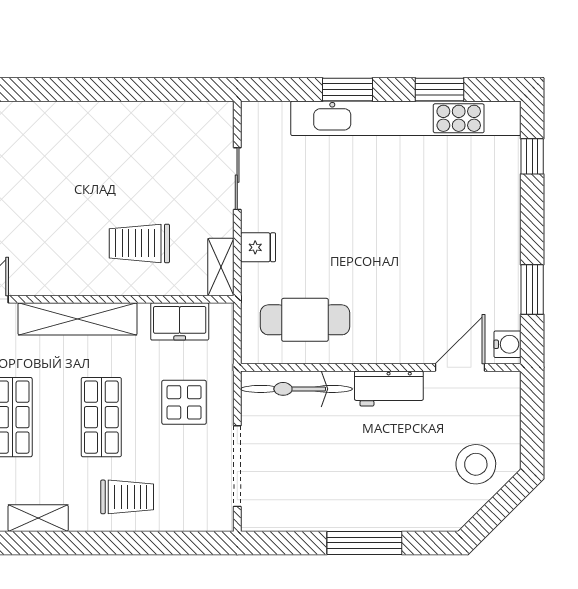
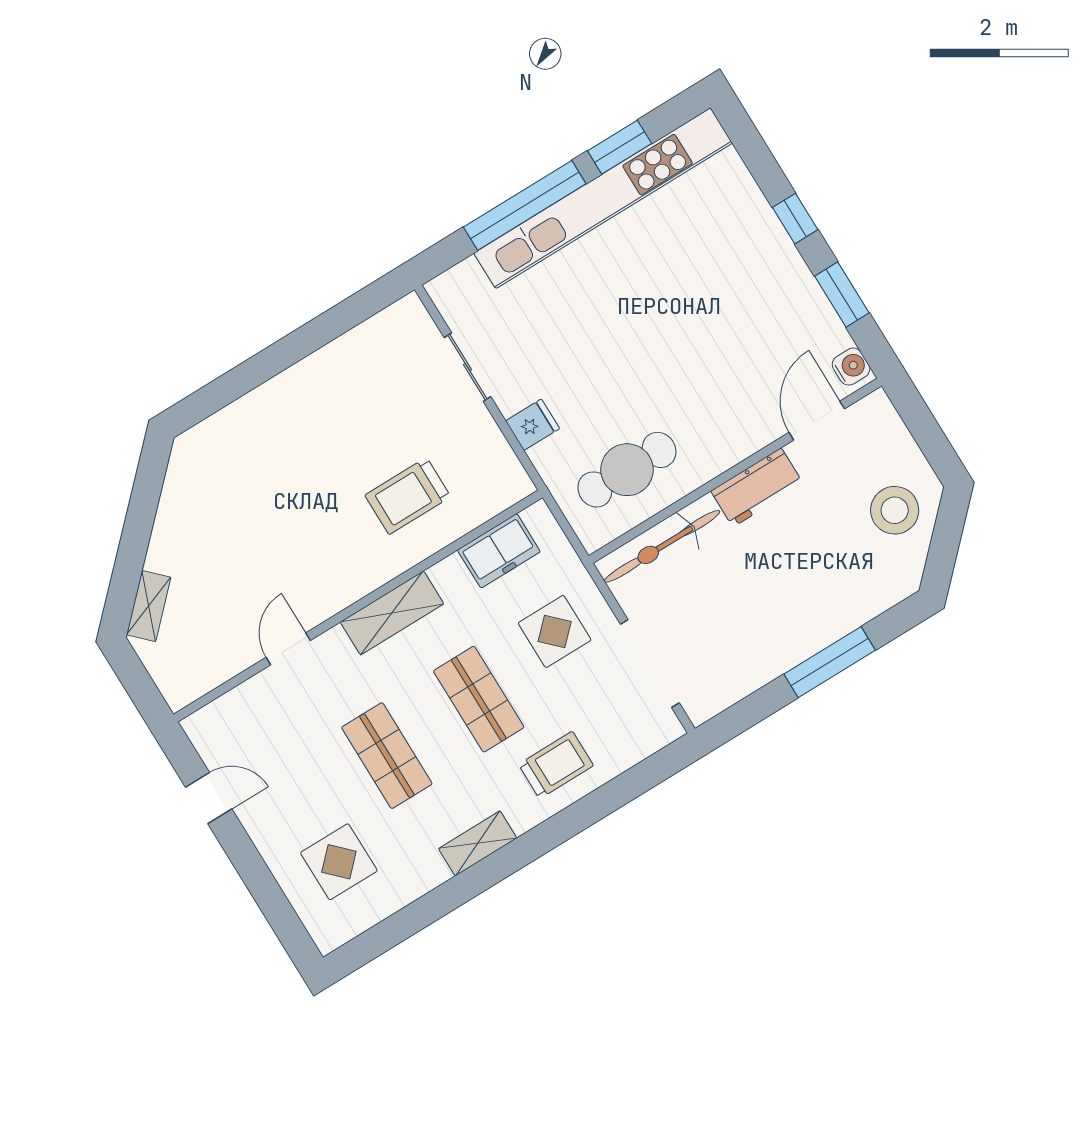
window: (347, 90) -> (525, 205), width x2.11
window: (532, 156) -> (795, 219), moved
shelving: (221, 267) -> (507, 469), removed
shelving: (78, 319) -> (392, 613), width x0.68

